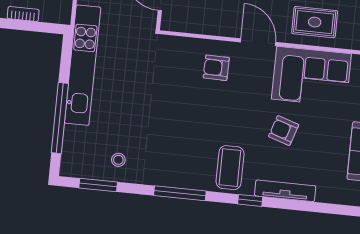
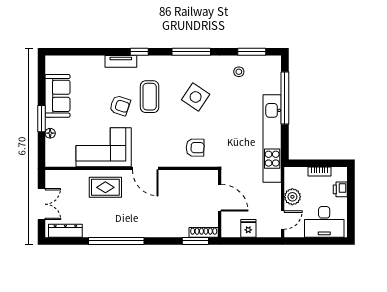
armchair: (216, 68) -> (195, 148), moved
side table: (180, 132) -> (196, 97), added
coffee table: (230, 168) -> (150, 97), moved
tv unit: (285, 191) -> (121, 61), width x0.71

